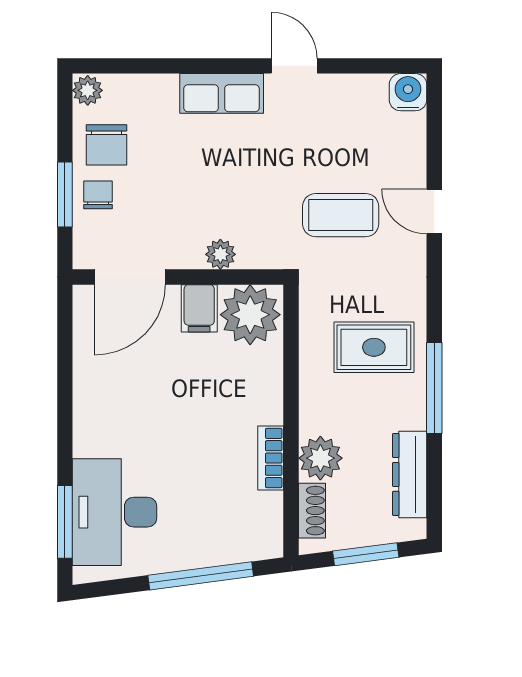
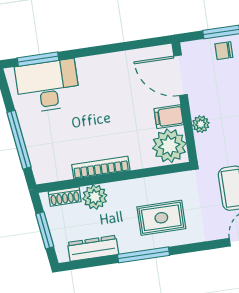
chair: (98, 195) -> (224, 51), turned 180
rug: (374, 347) -> (161, 218), turned 90
bookcase: (271, 458) -> (101, 168), width x1.56

